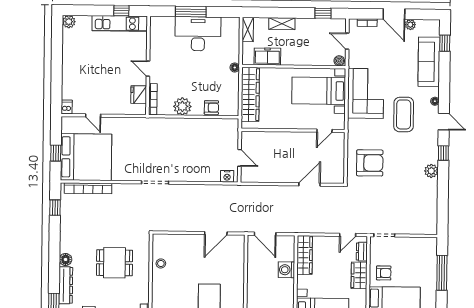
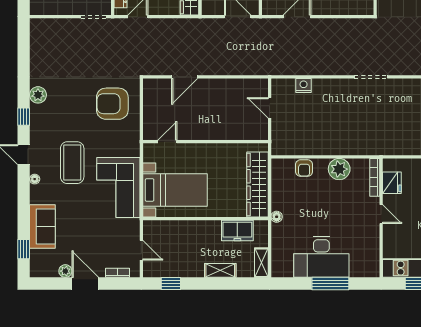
boiler: (339, 61) -> (151, 226), removed
sofa: (429, 62) -> (42, 226), width x0.73
armchair: (211, 108) -> (304, 168), turned -90
nightstand: (227, 176) -> (304, 85), moved

